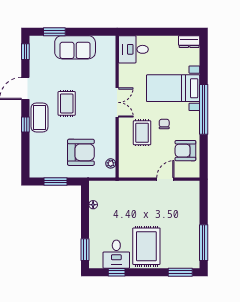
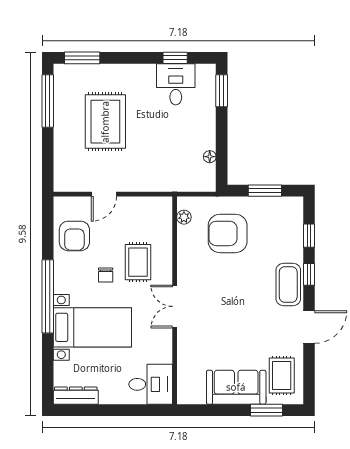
dresser: (189, 42) -> (76, 396), width x1.44
window: (25, 52) -> (309, 236), moved
rug: (67, 103) -> (282, 376), moved
armchair: (185, 151) -> (74, 236), turned 90
rug: (146, 246) -> (105, 122), moved

